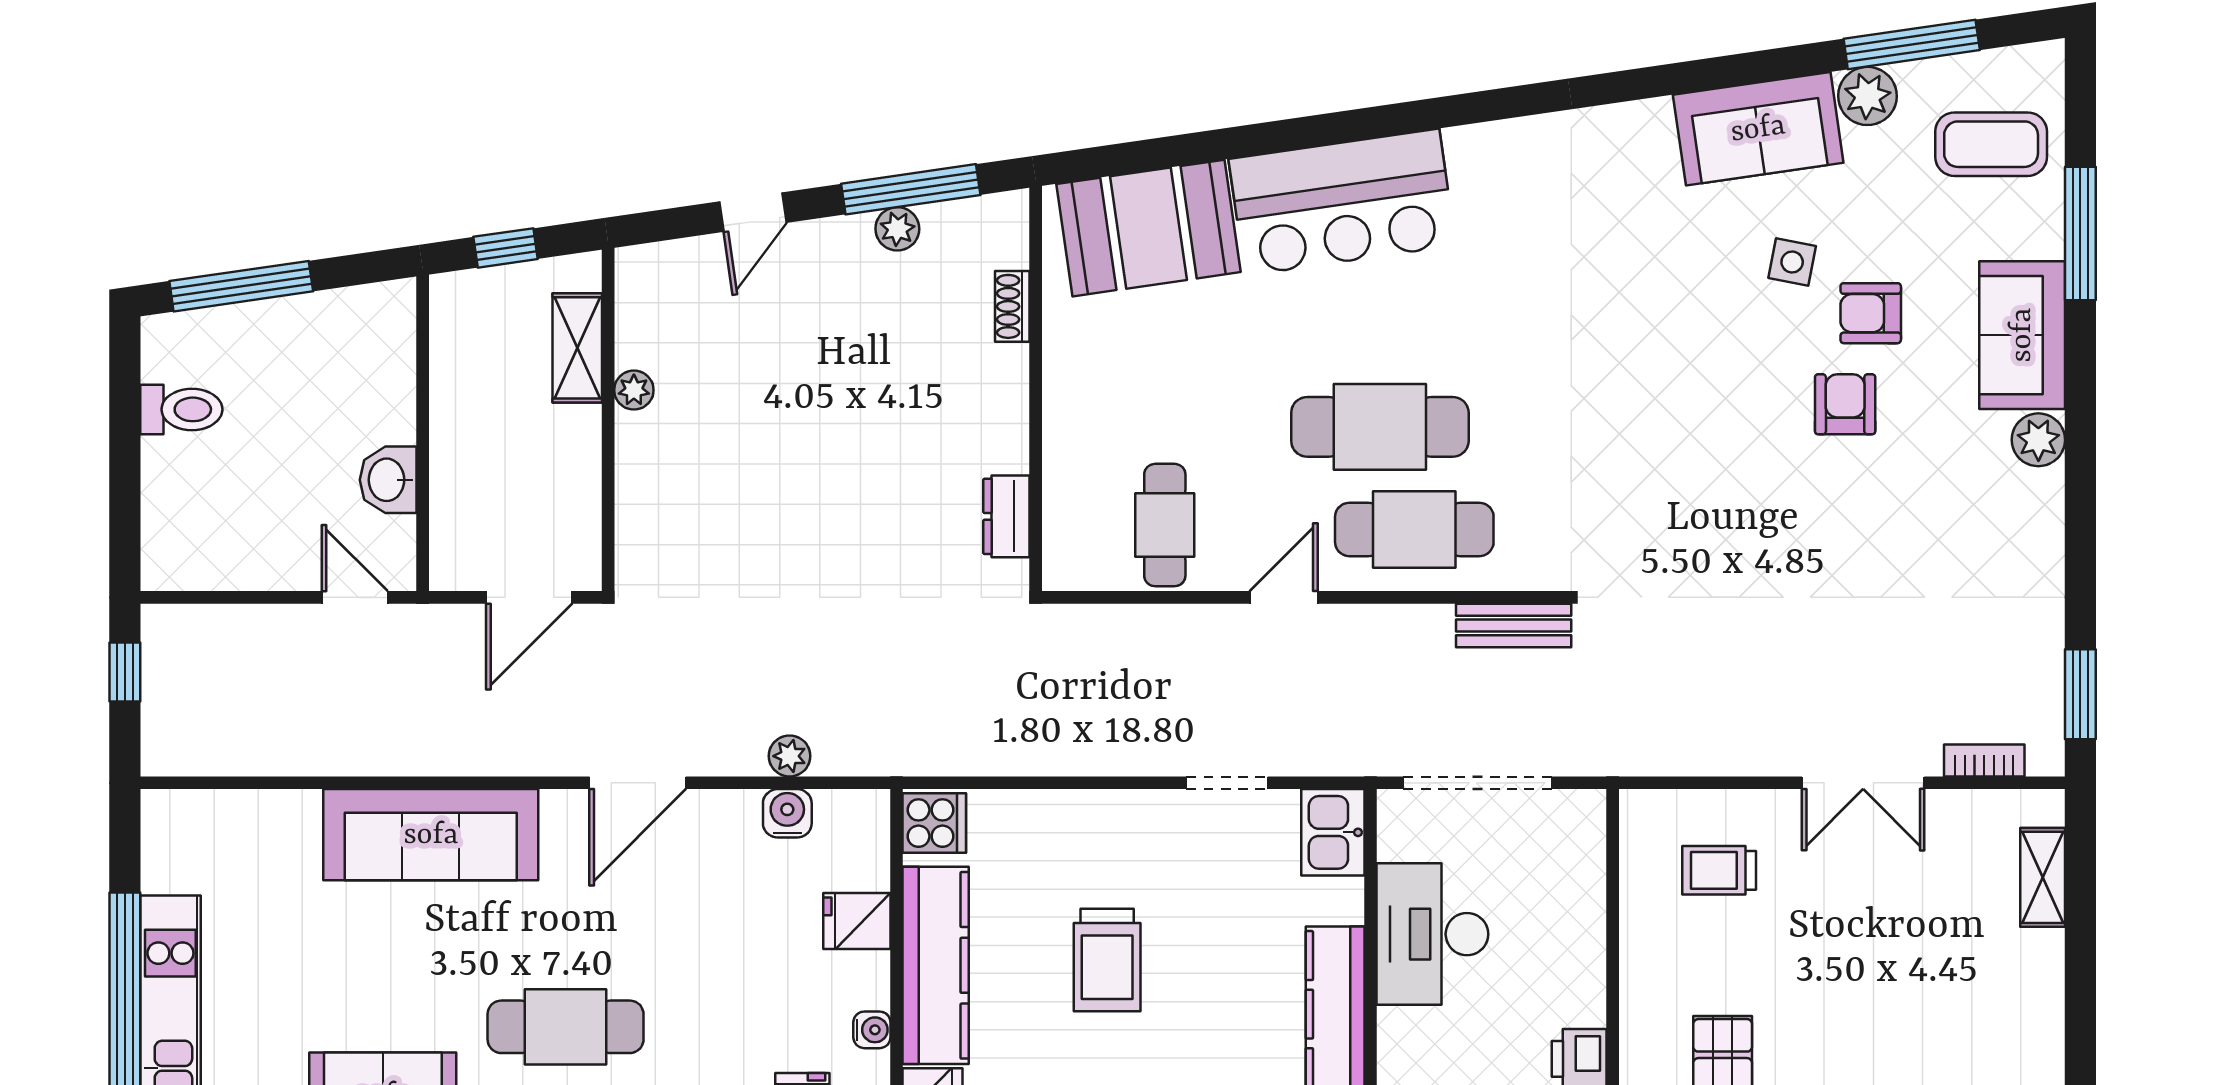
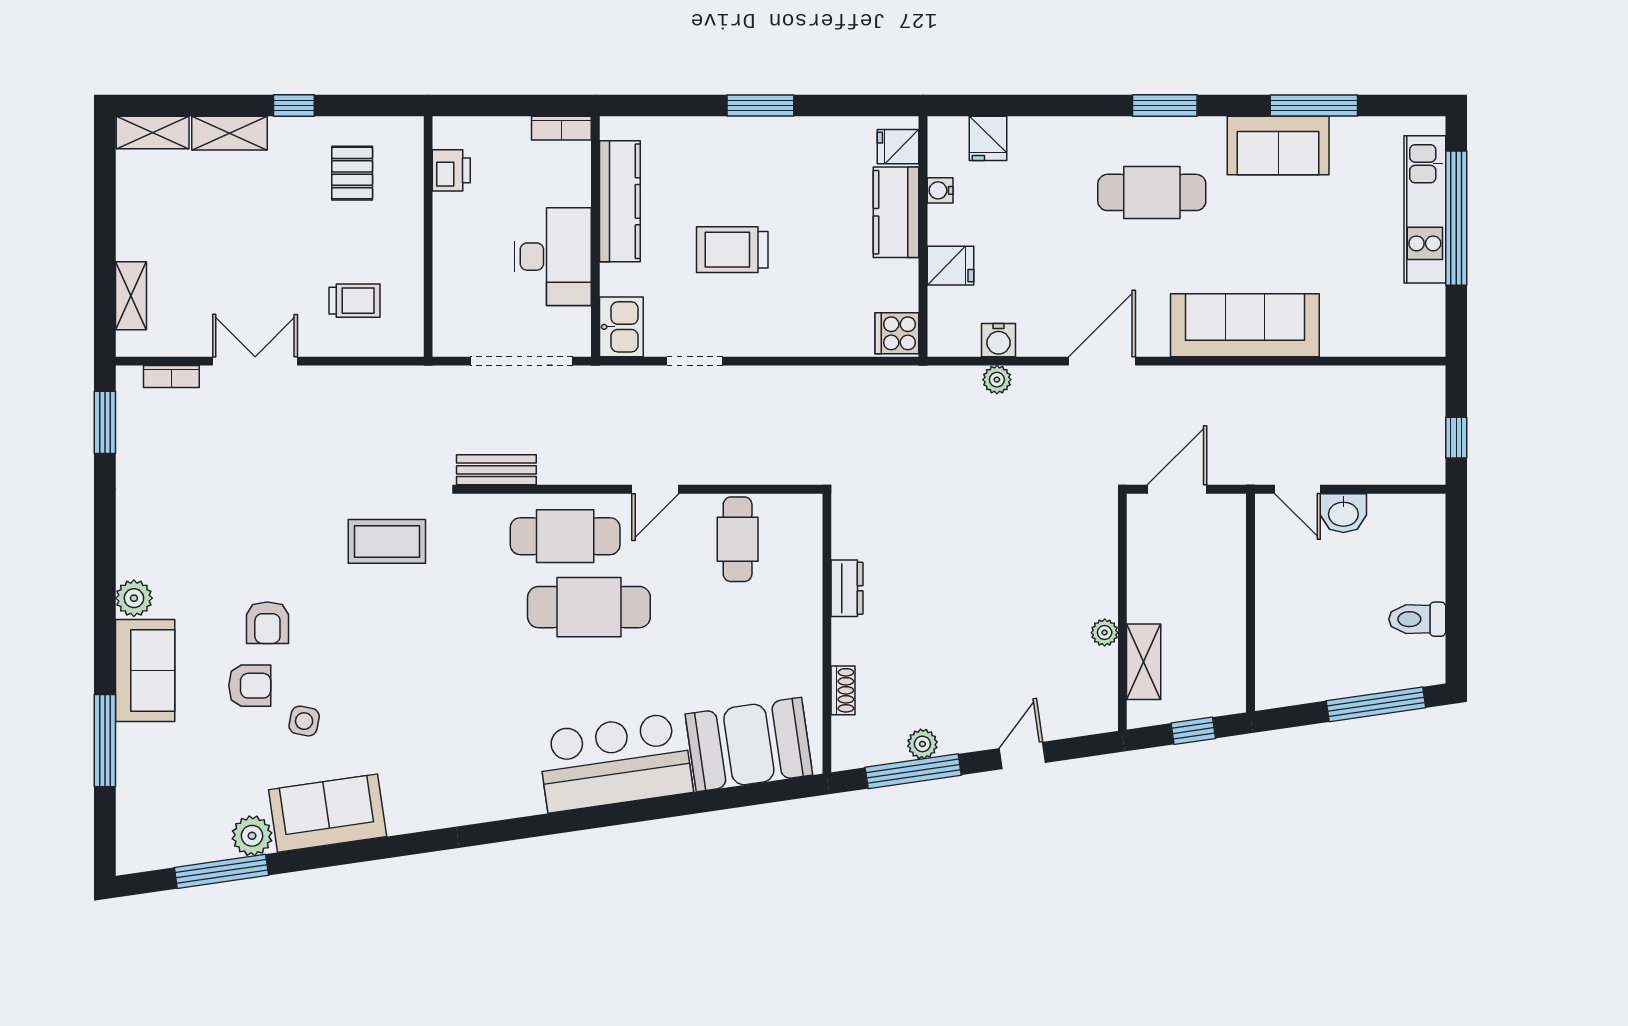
coffee table: (1991, 144) -> (387, 541), moved
washbasin: (388, 480) -> (1343, 513), moved, turned 90
dresser: (1006, 516) -> (847, 588), moved
trolley: (1107, 960) -> (732, 250), moved, turned -90
kitchen counter: (936, 965) -> (896, 212), width x0.67

